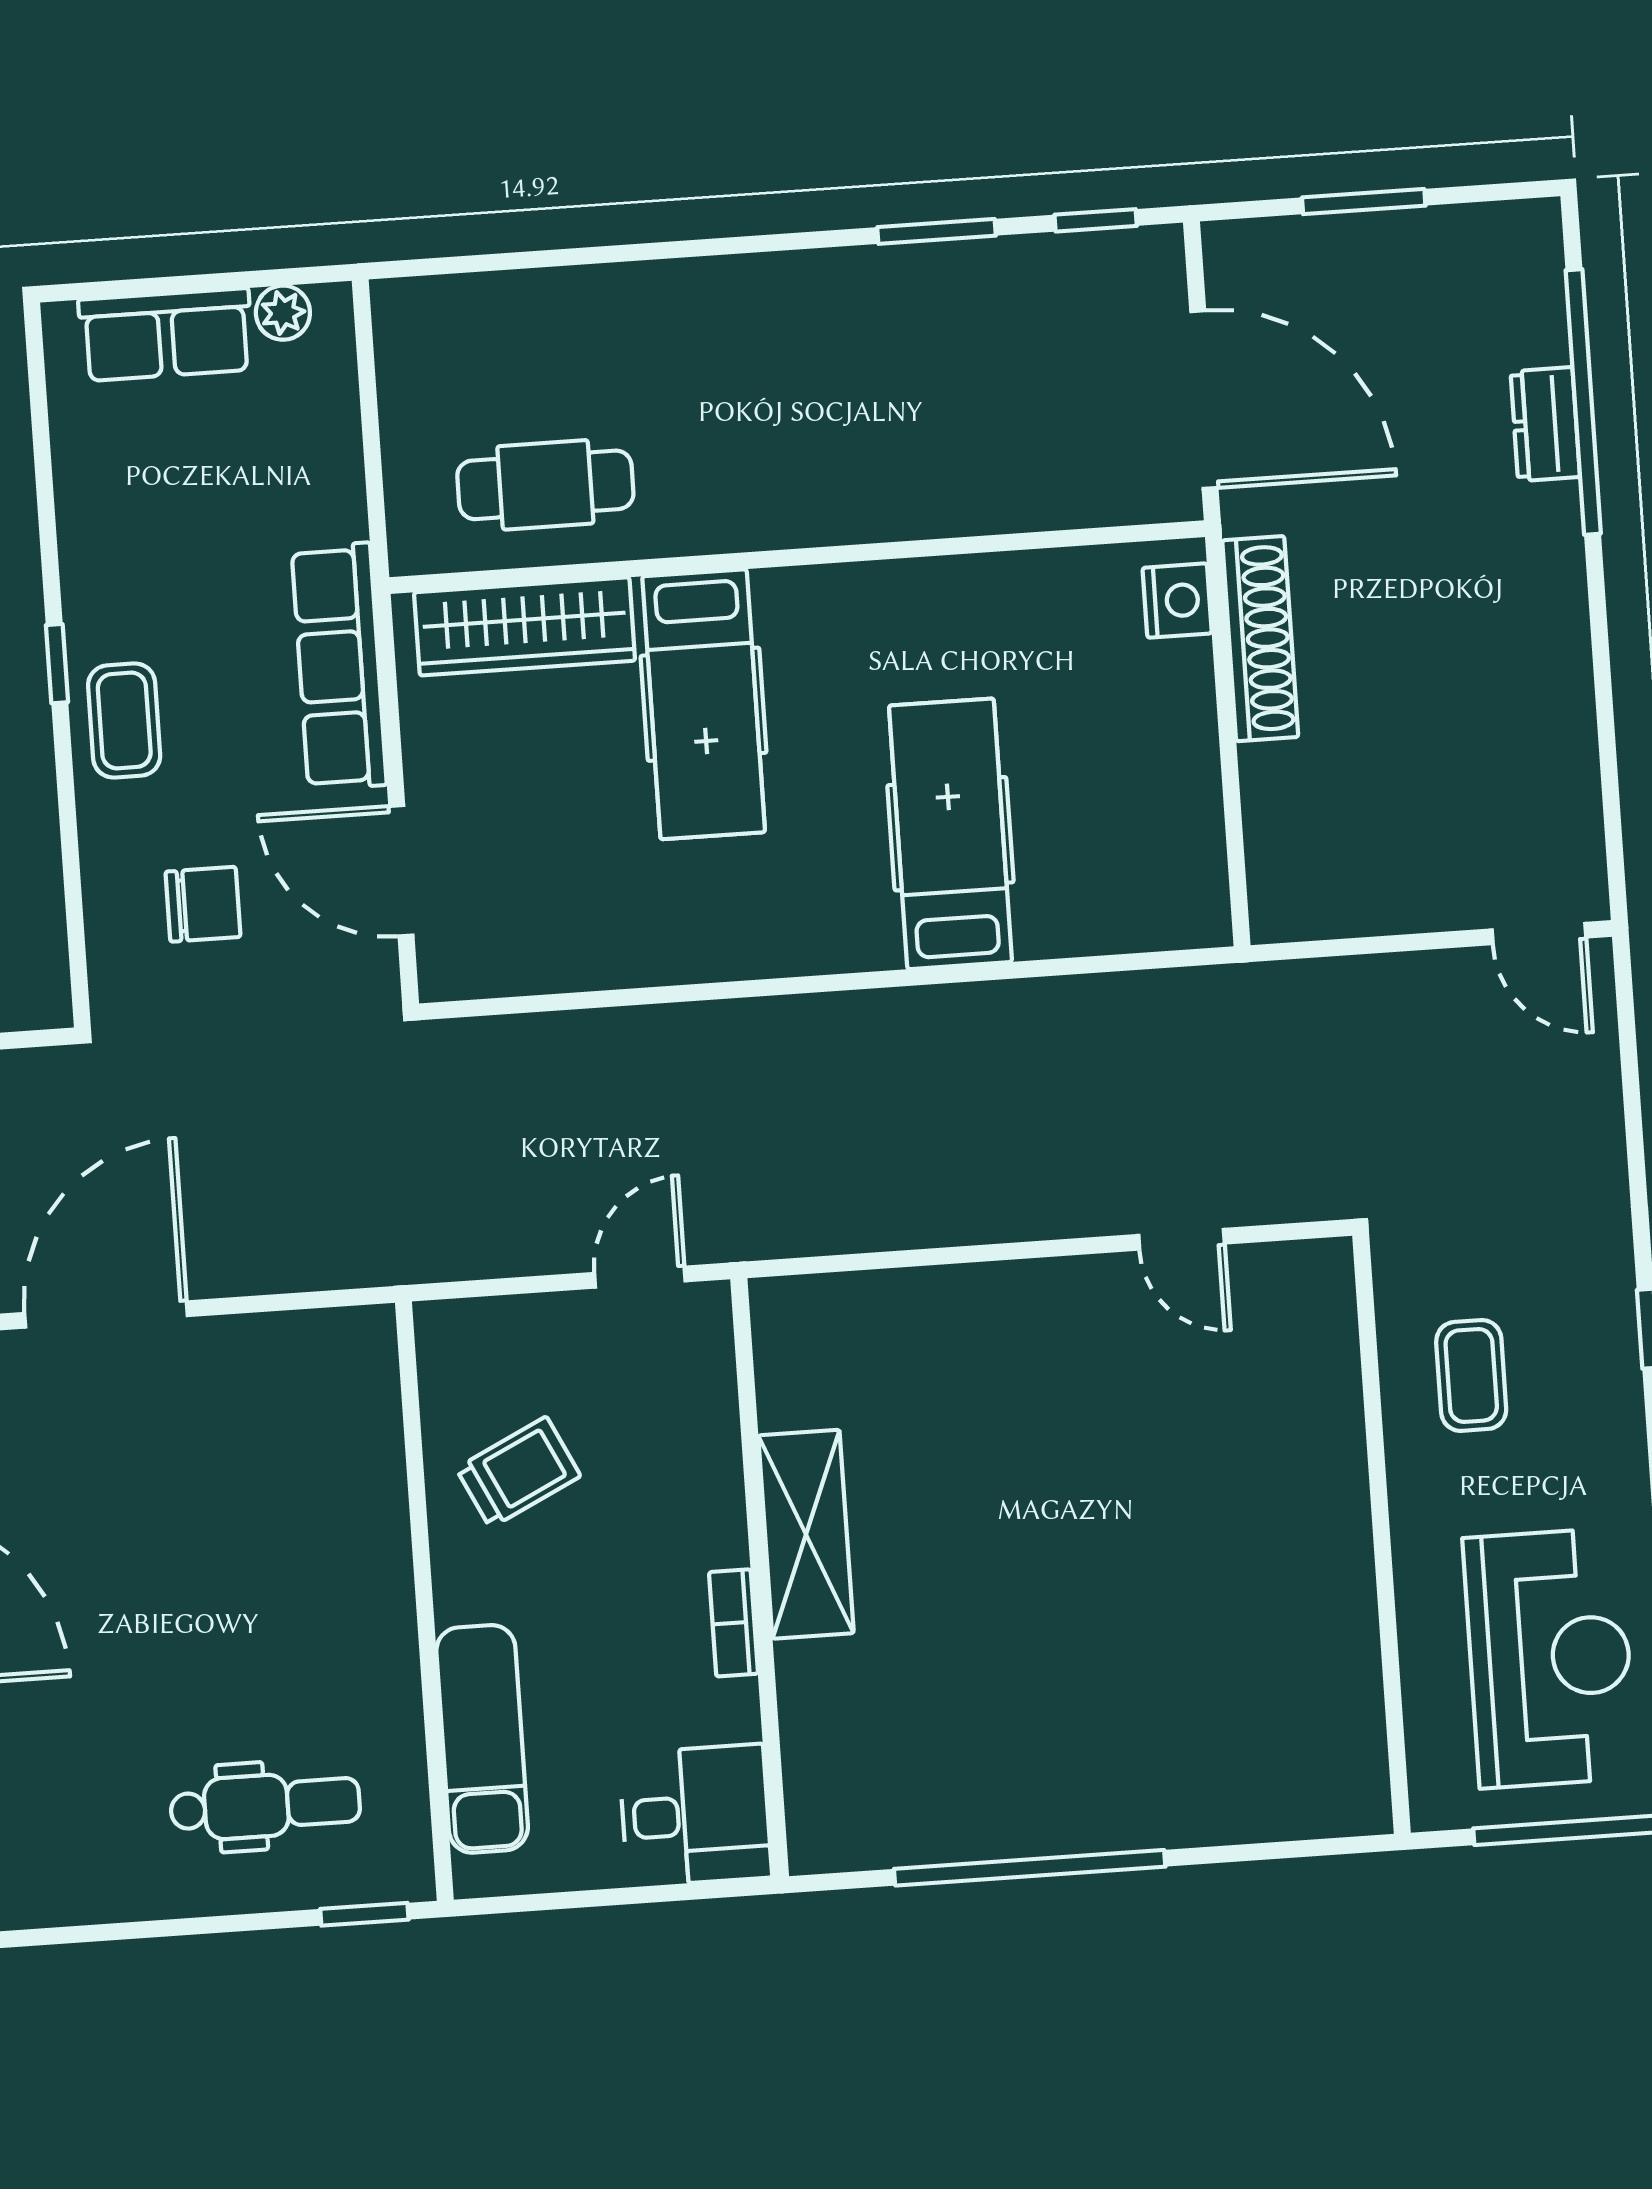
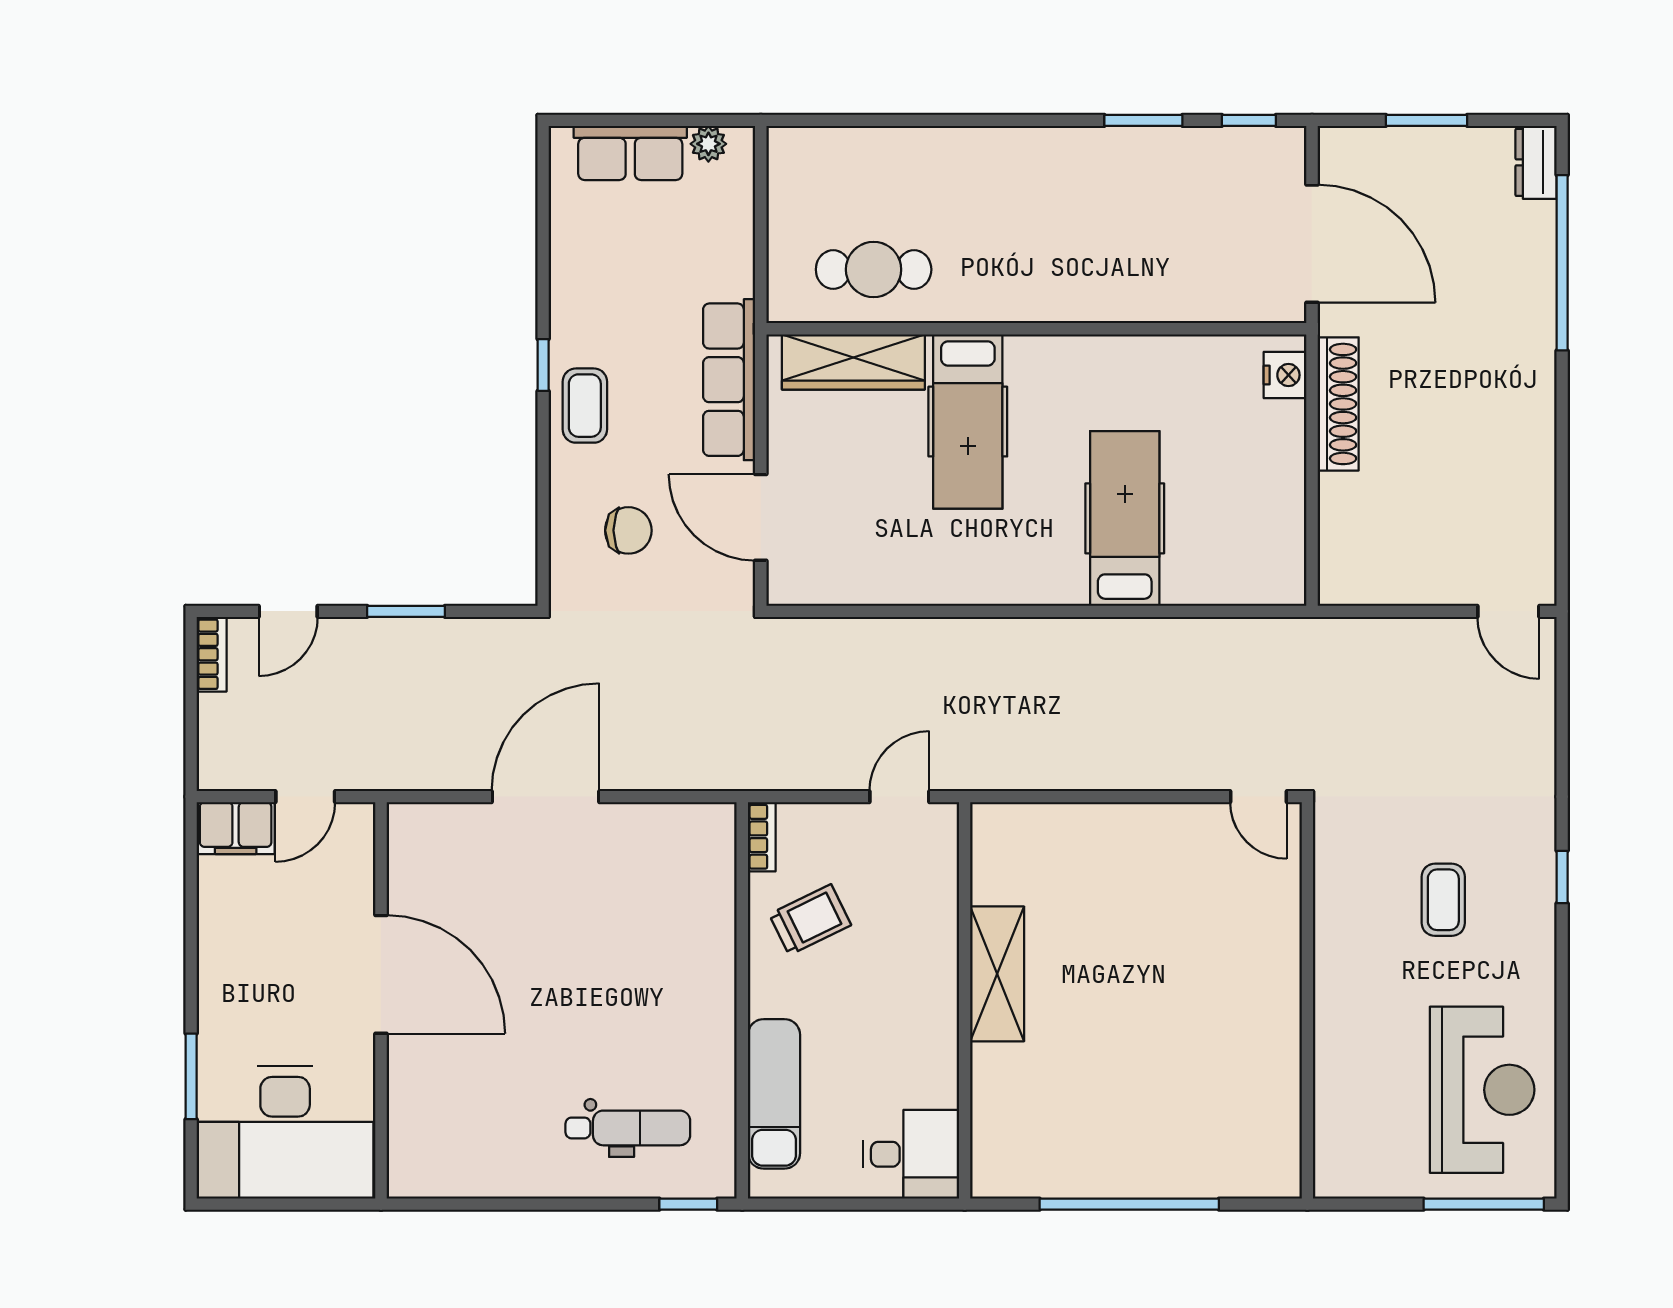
dresser: (1545, 424) -> (1536, 162), moved
wall: (1382, 1534) -> (1307, 1000), moved
bookcase: (733, 1623) -> (762, 837), moved, turned 180

